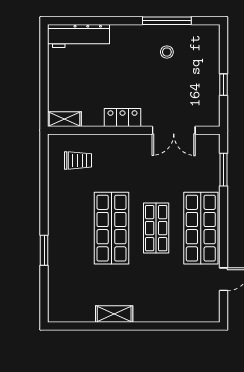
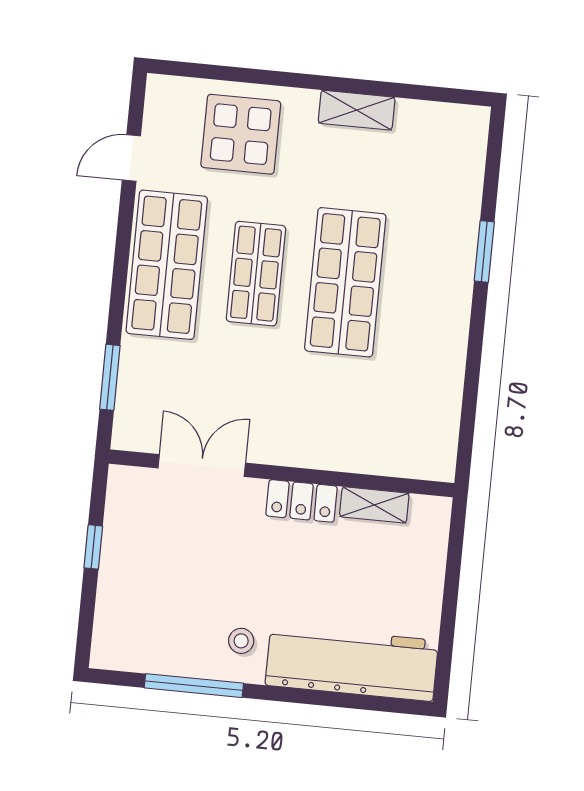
workbench: (78, 36) -> (352, 663), width x1.36, depth x1.32
stool: (167, 52) -> (241, 641), moved
shelving: (64, 119) -> (374, 505), moved
trolley: (78, 160) -> (399, 424), removed
display table: (170, 296) -> (241, 134), added

